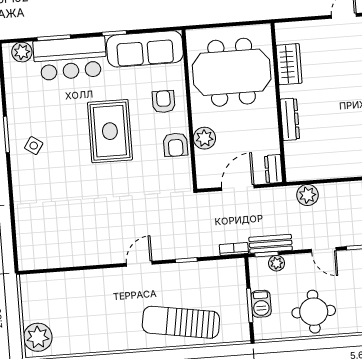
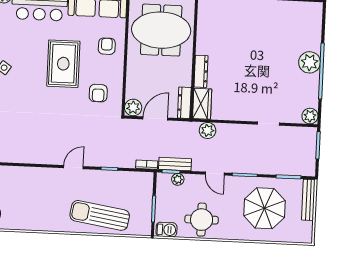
wardrobe: (289, 64) -> (202, 104), moved
plant: (204, 138) -> (133, 108), moved
armchair: (175, 145) -> (98, 93), moved
dresser: (273, 169) -> (184, 103), width x1.44
barbecue: (261, 304) -> (166, 230), moved, turned -90

